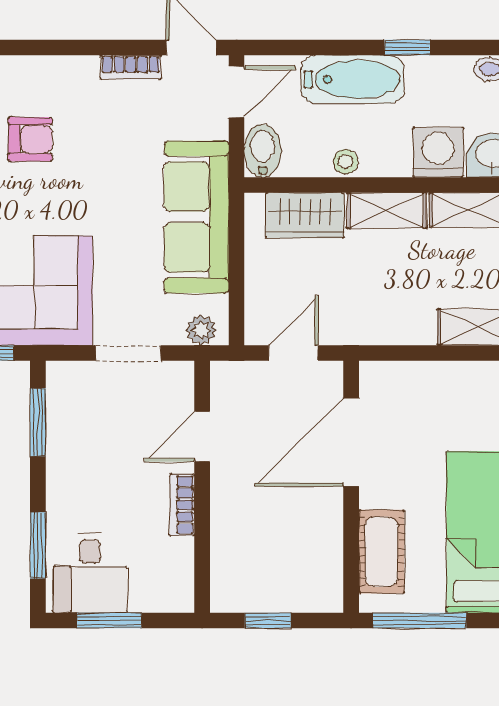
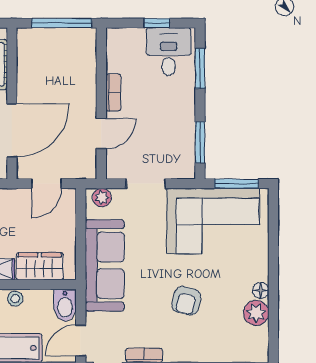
armchair: (30, 139) -> (186, 301), moved, turned -76
window: (109, 621) -> (157, 23), width x0.67
window: (268, 621) -> (62, 23), width x2.17

